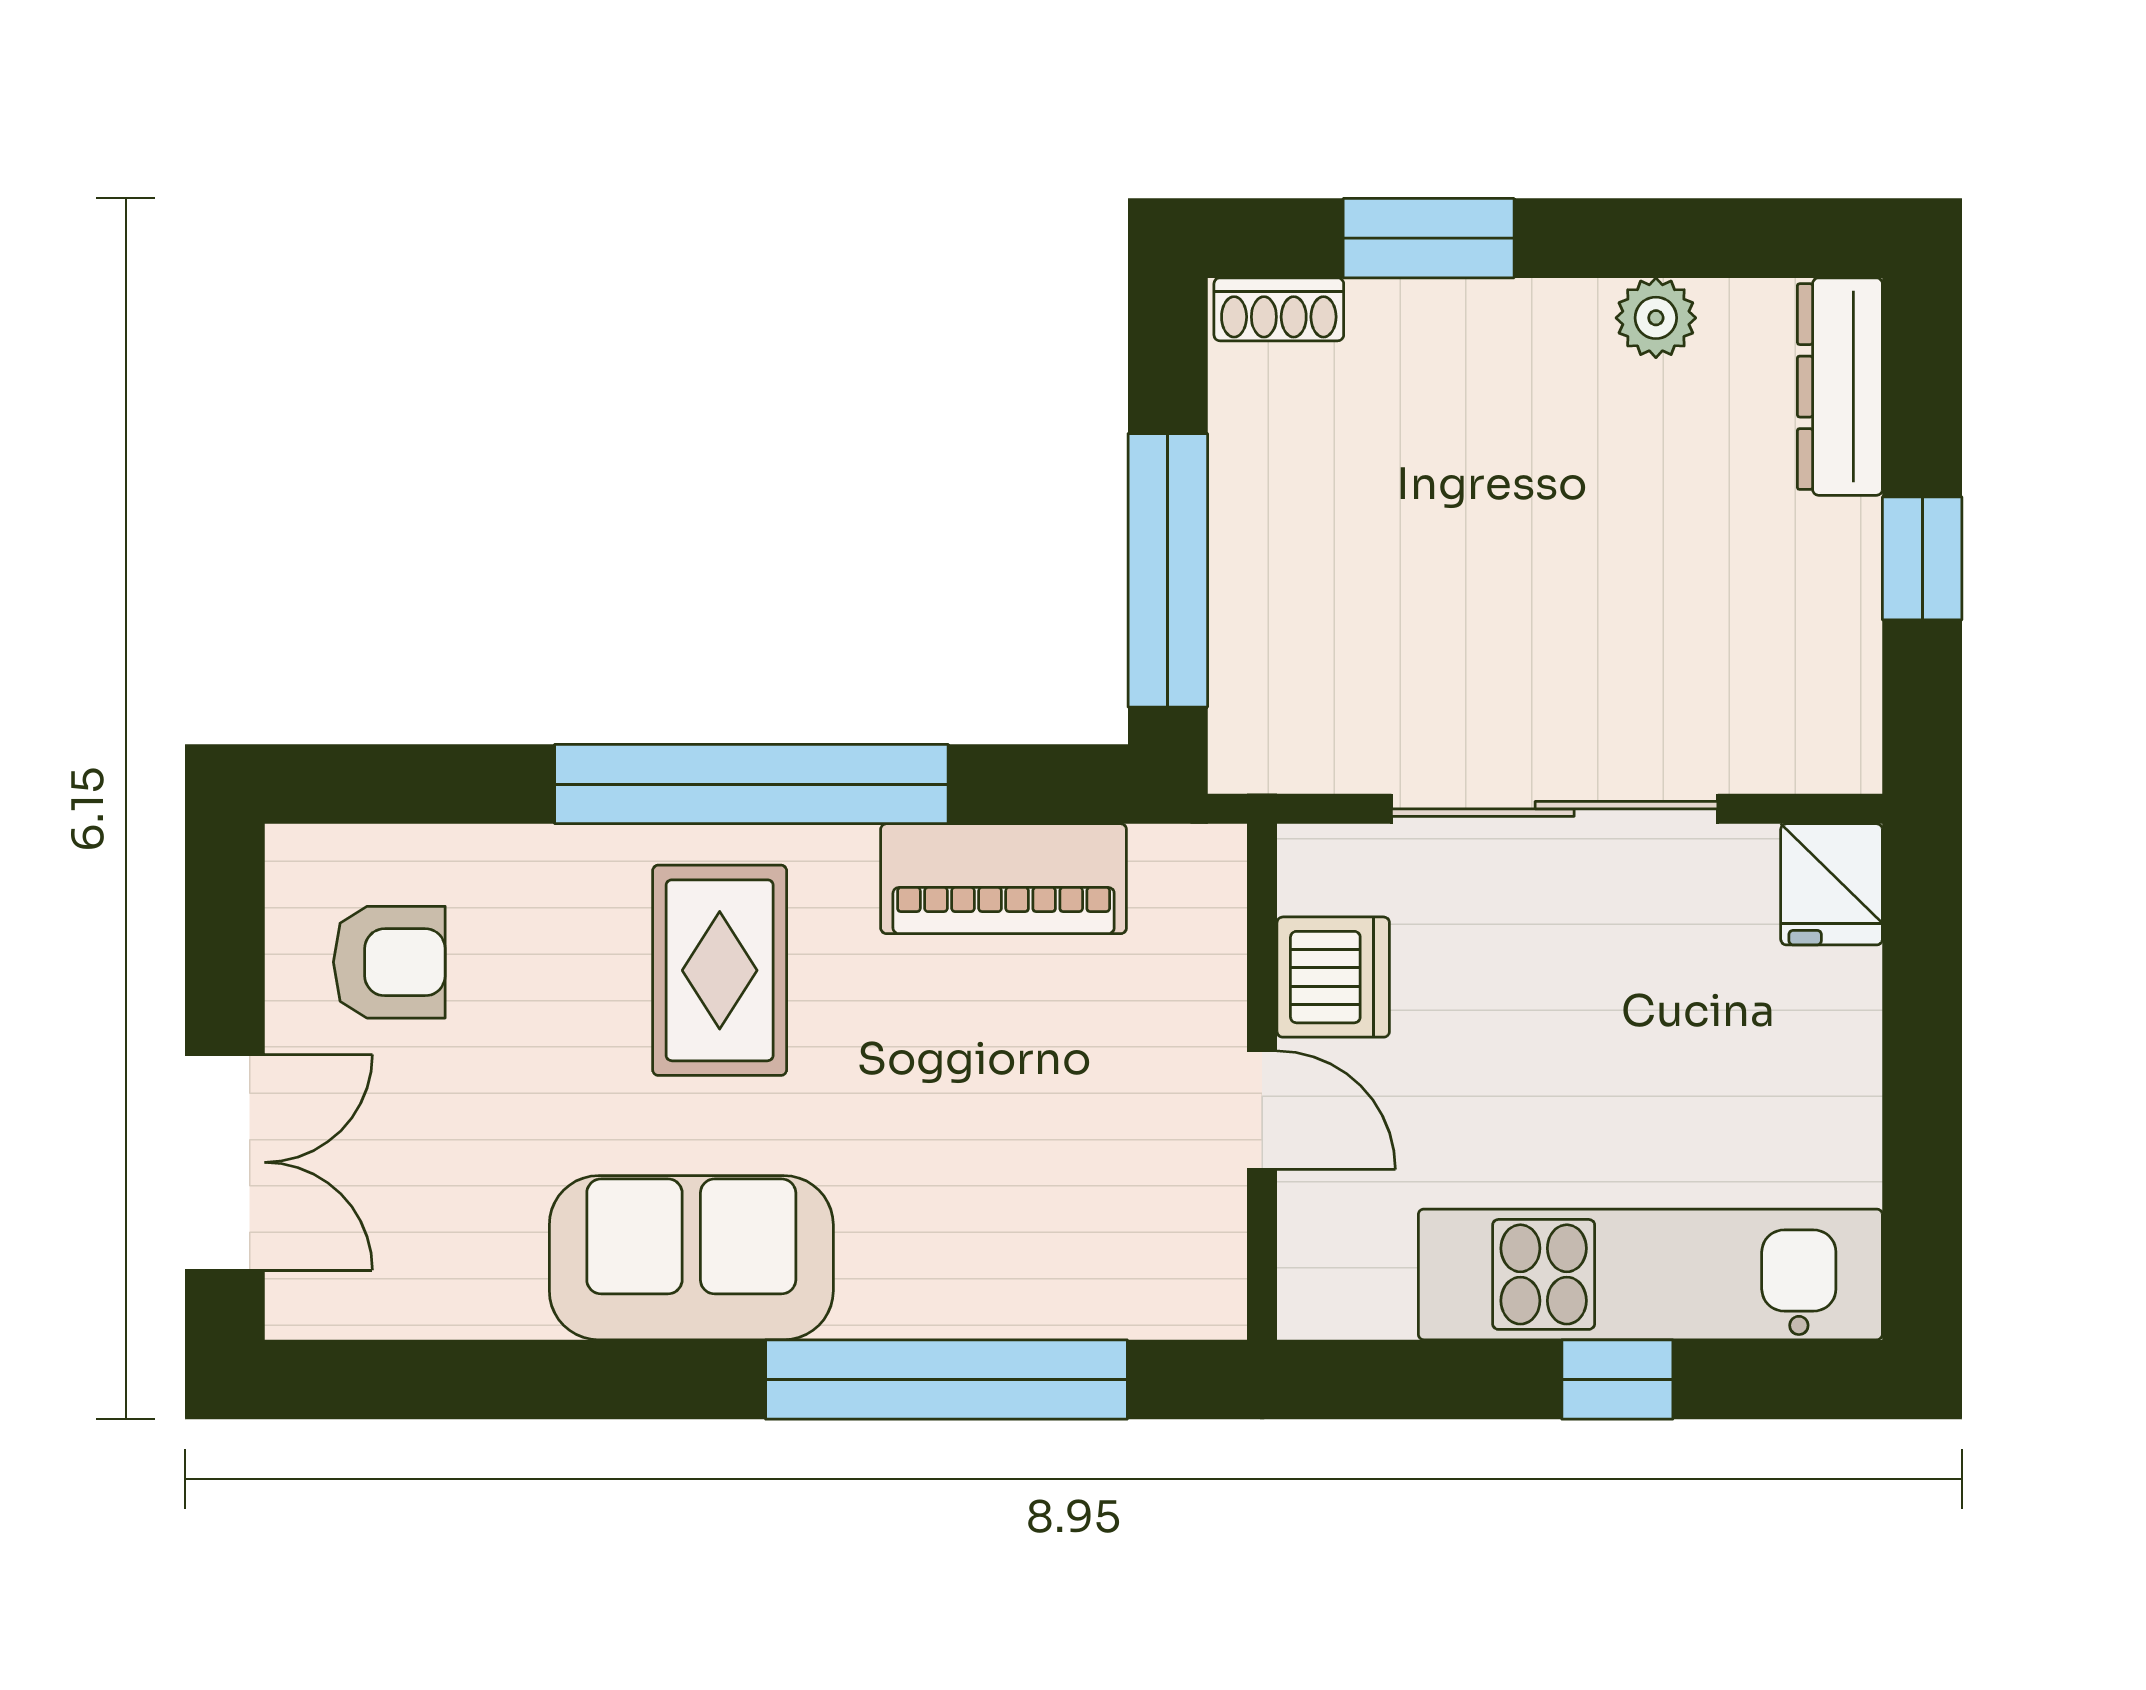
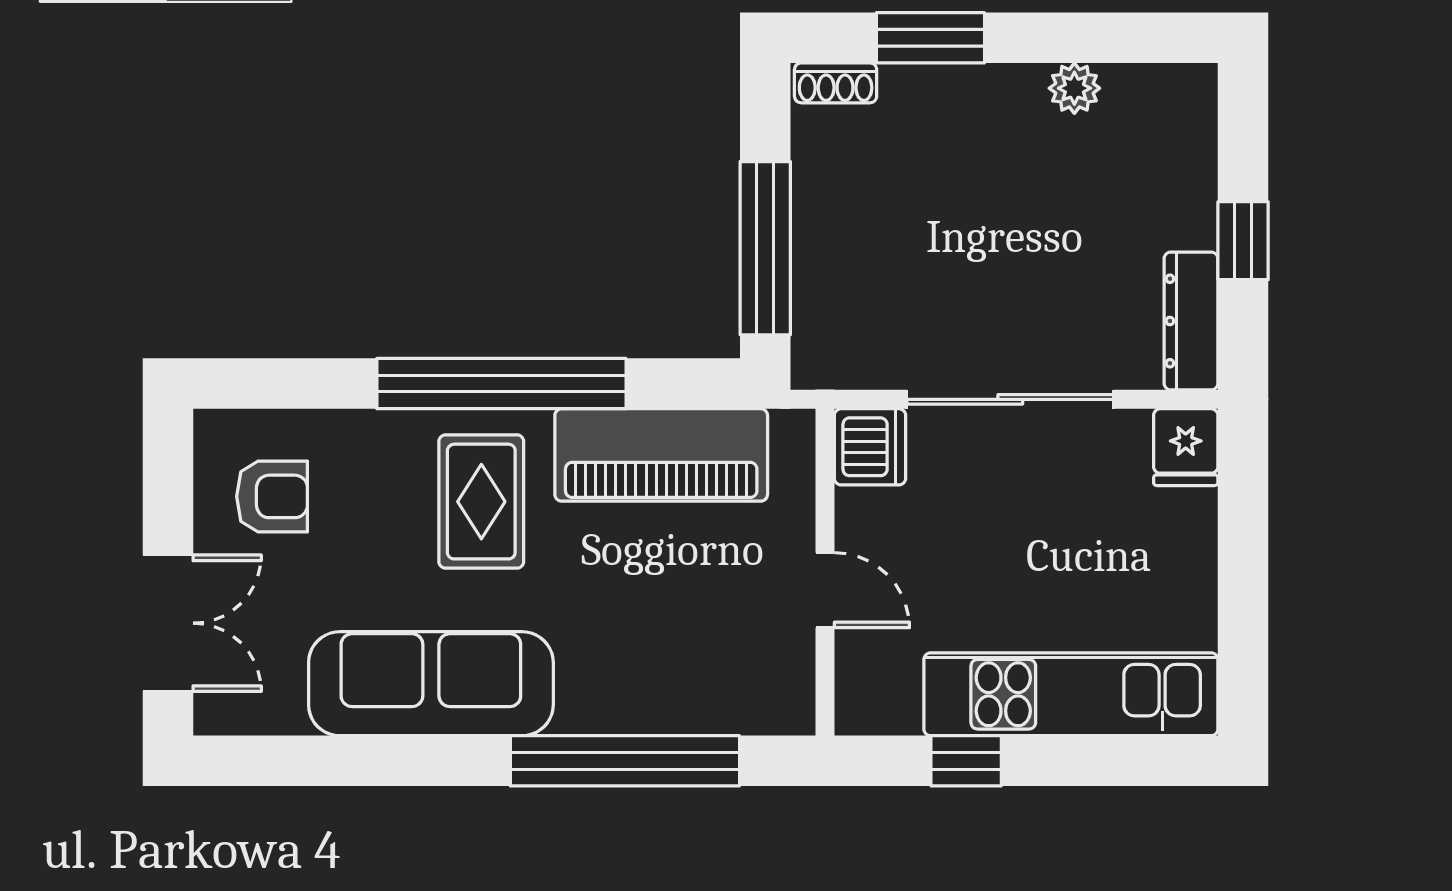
dresser: (1840, 387) -> (1191, 321), moved
piano: (1004, 879) -> (661, 455), width x1.37, depth x1.33
dishwasher: (1333, 977) -> (870, 447), moved
sofa: (691, 1258) -> (431, 684), width x1.36
window: (1617, 1380) -> (966, 761), moved

